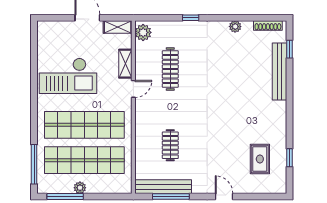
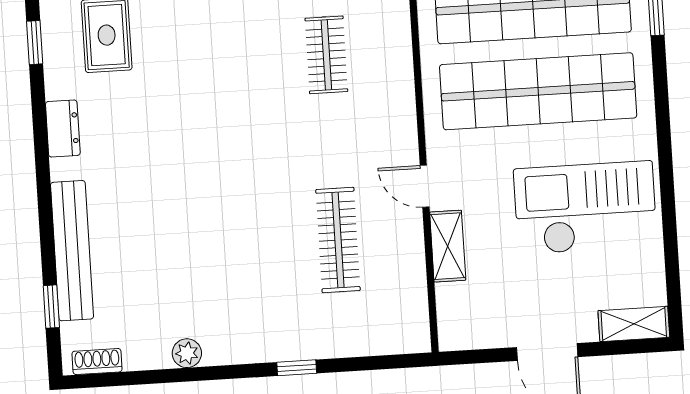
shoe rack: (268, 25) -> (97, 362), width x0.70
shelving: (118, 27) -> (634, 324), moved
plant: (143, 32) -> (410, 325), removed
door: (133, 89) -> (425, 186), hinge flipped
dresser: (280, 122) -> (63, 128), added

